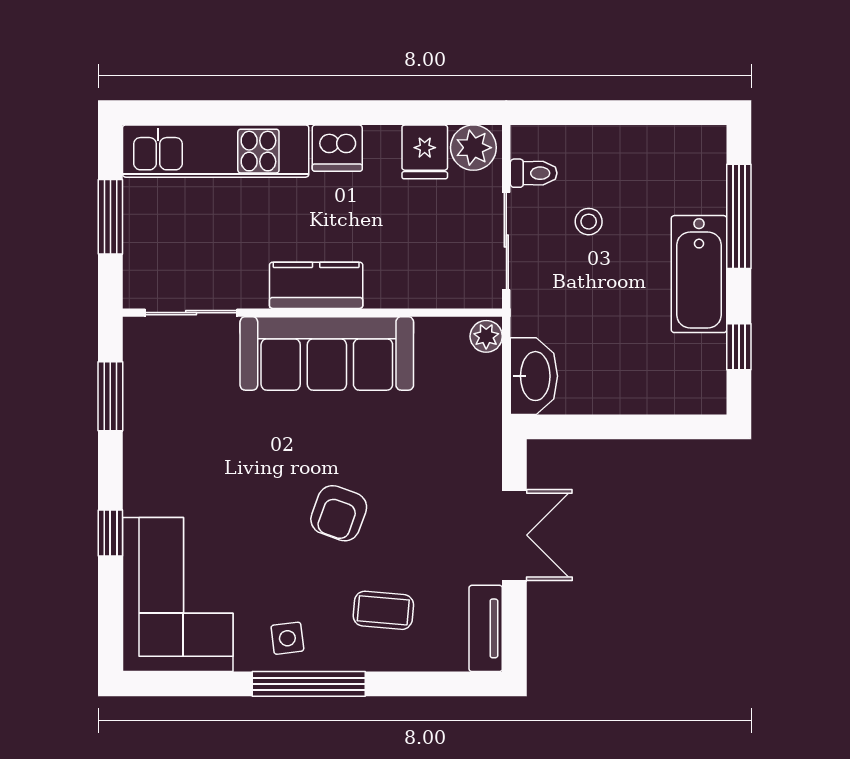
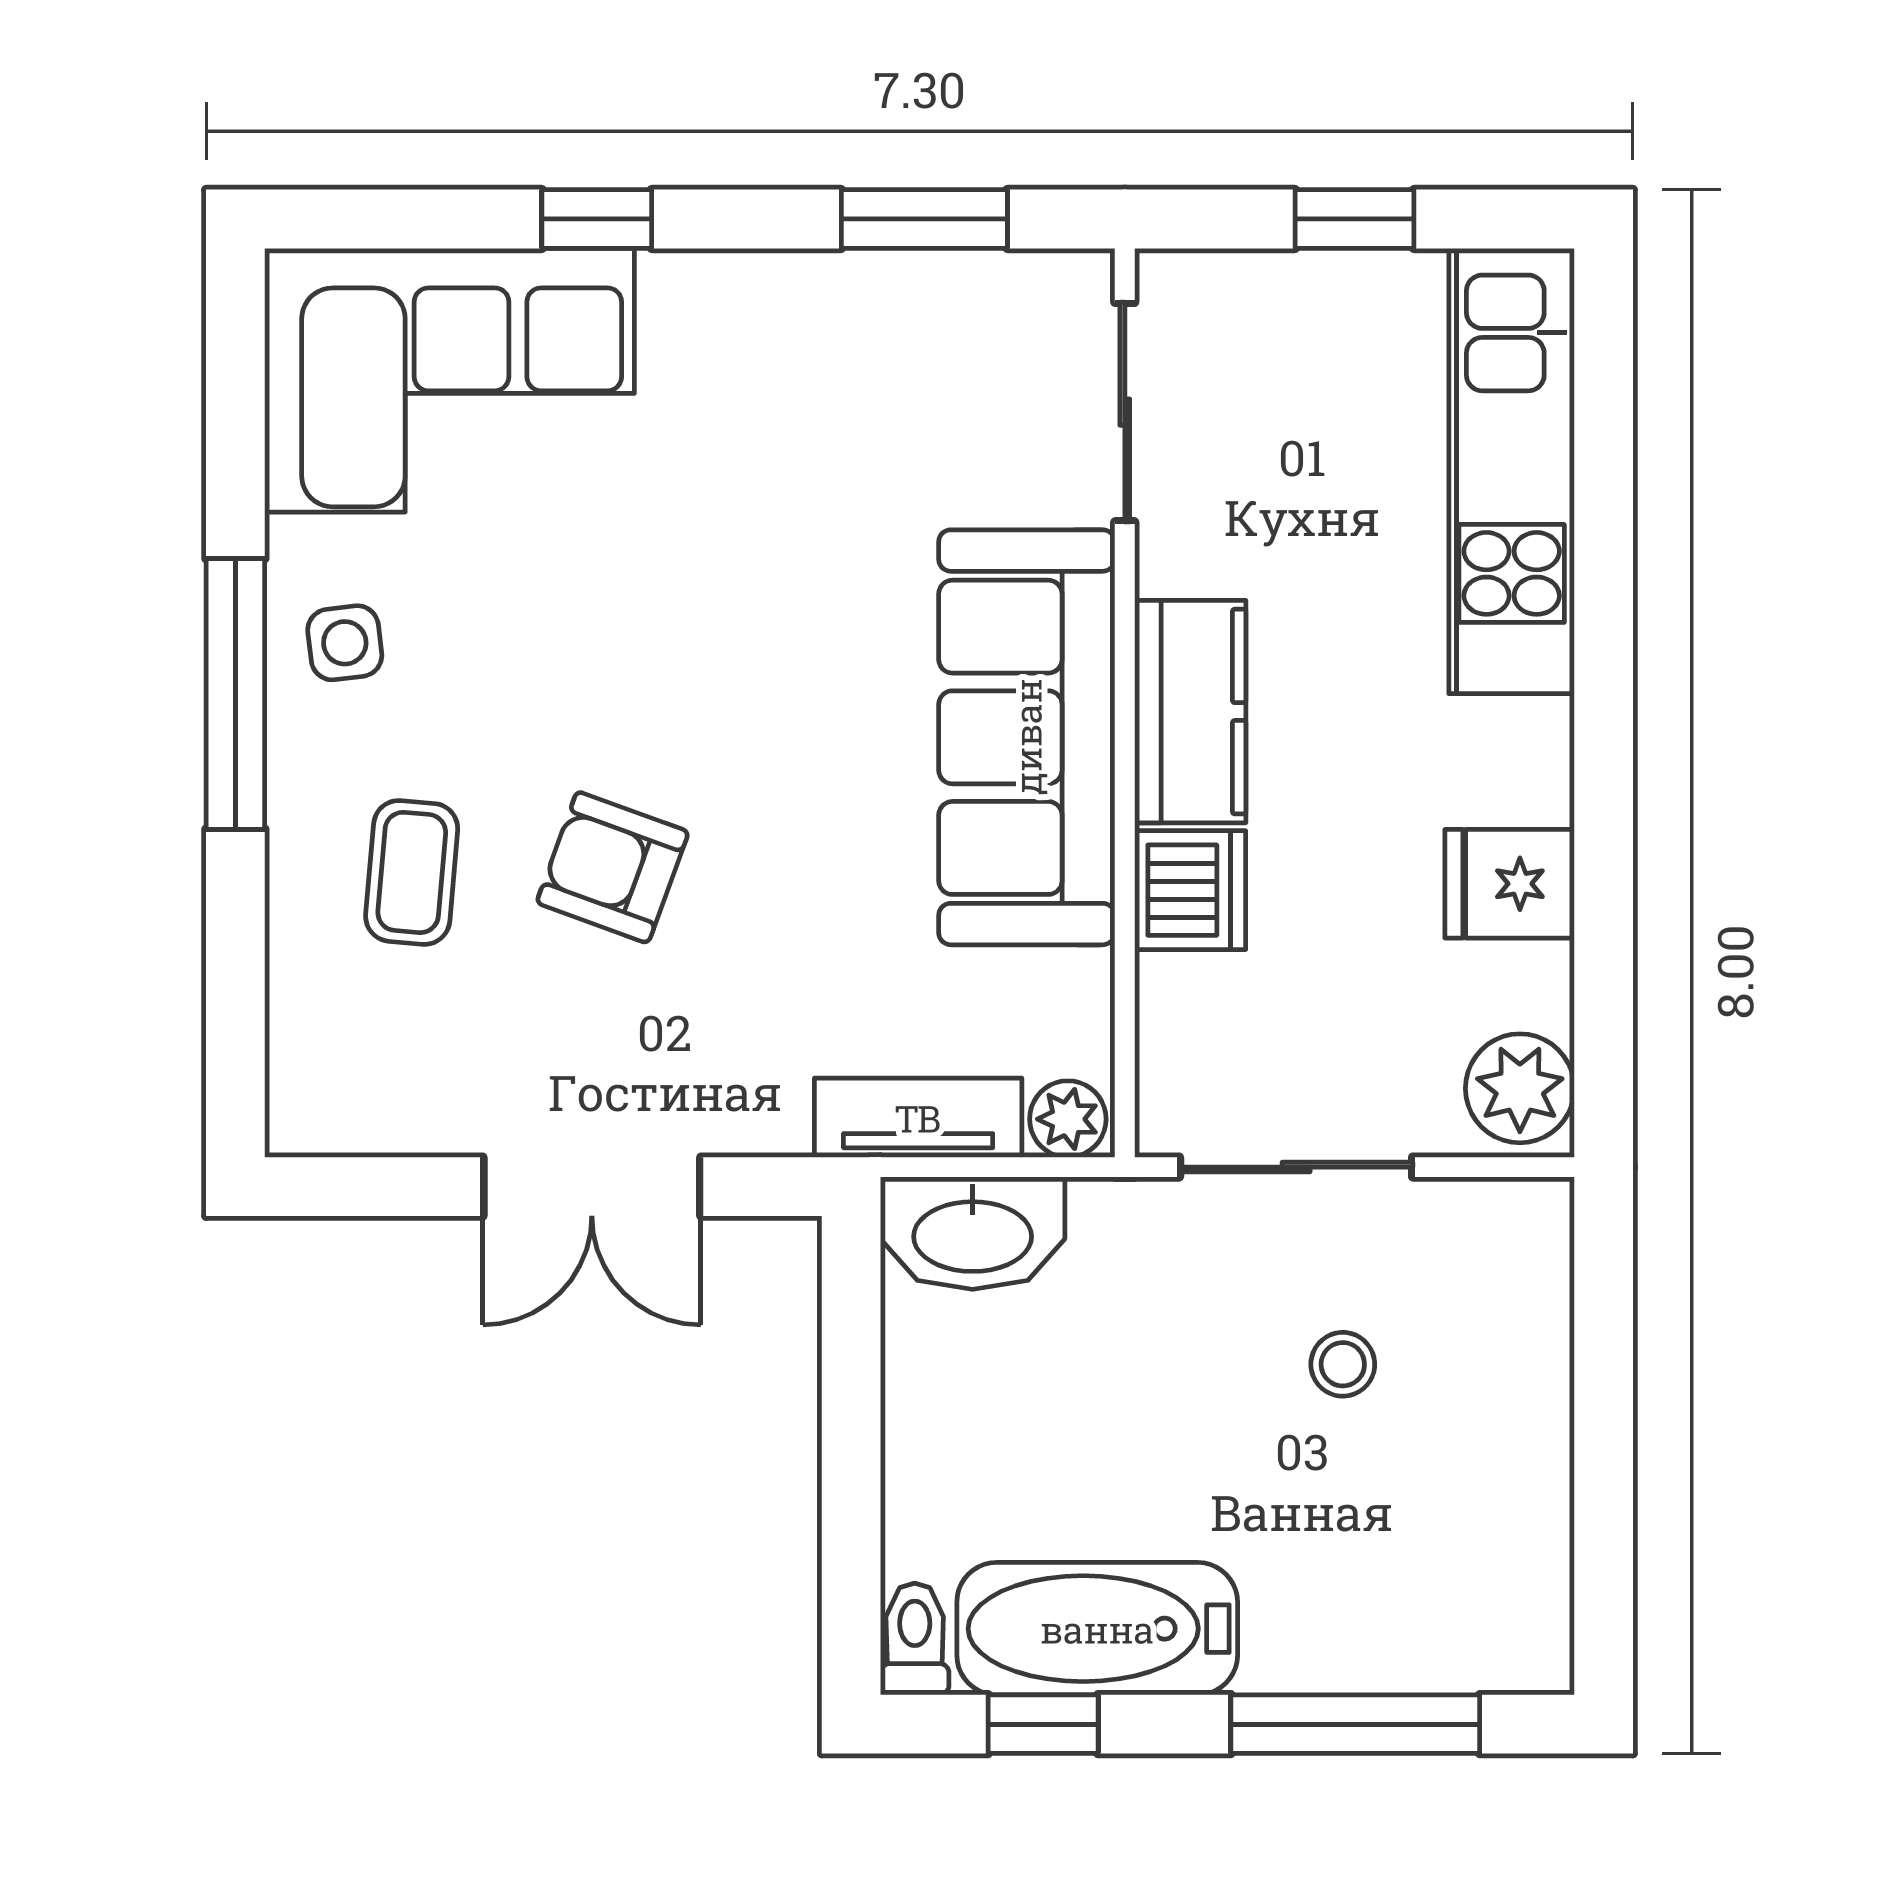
dishwasher: (337, 148) -> (1190, 890), moved, turned 180
fridge: (425, 152) -> (1510, 884), moved
toilet: (534, 173) -> (915, 1639), moved, turned 180
window: (110, 217) -> (1355, 219), width x0.67
bathtub: (699, 274) -> (1097, 1629), moved
armchair: (339, 513) -> (613, 867), moved
tv unit: (486, 628) -> (918, 1118), moved

